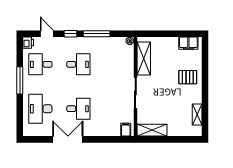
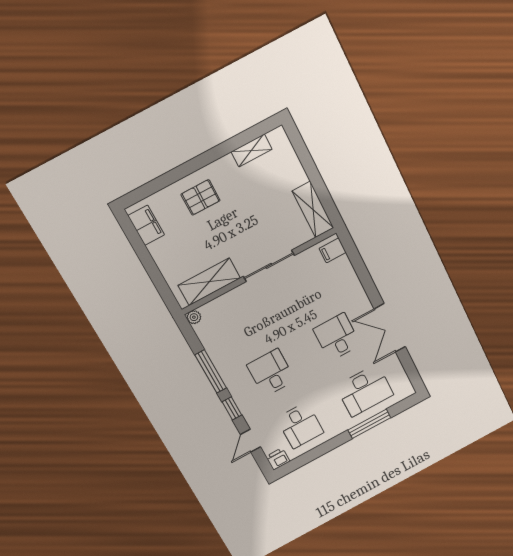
pallet: (188, 77) -> (201, 197), turned 90
window: (20, 80) -> (369, 424), moved

